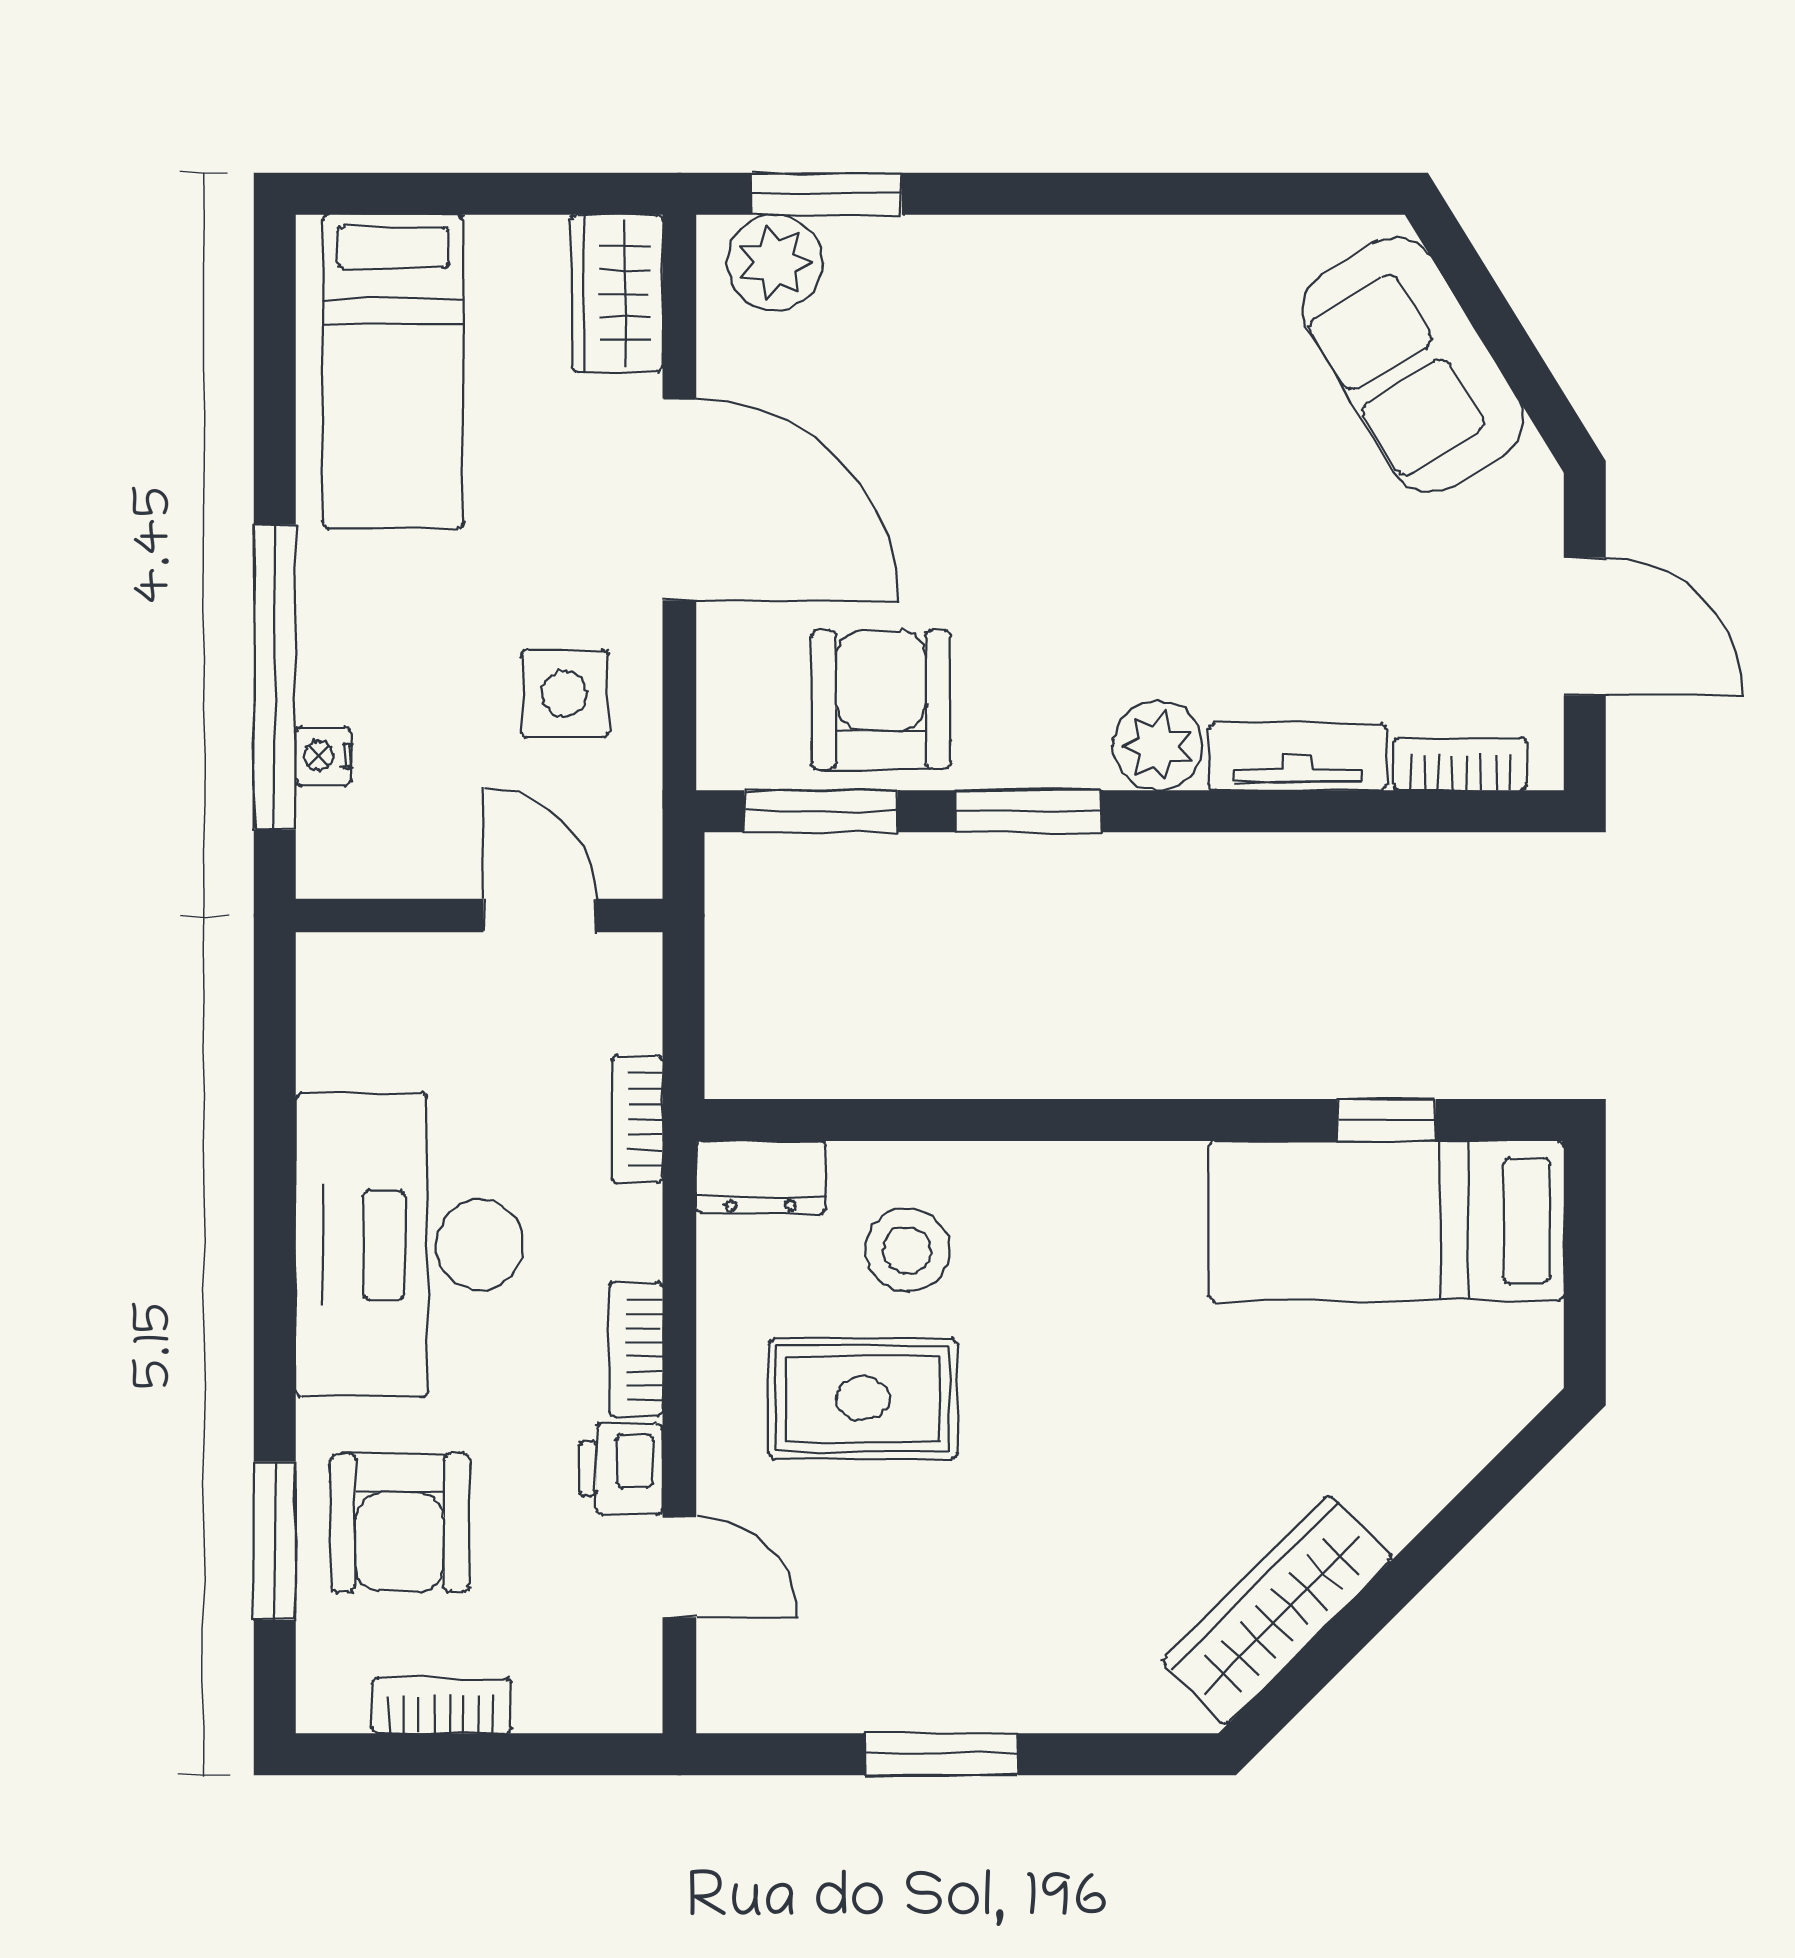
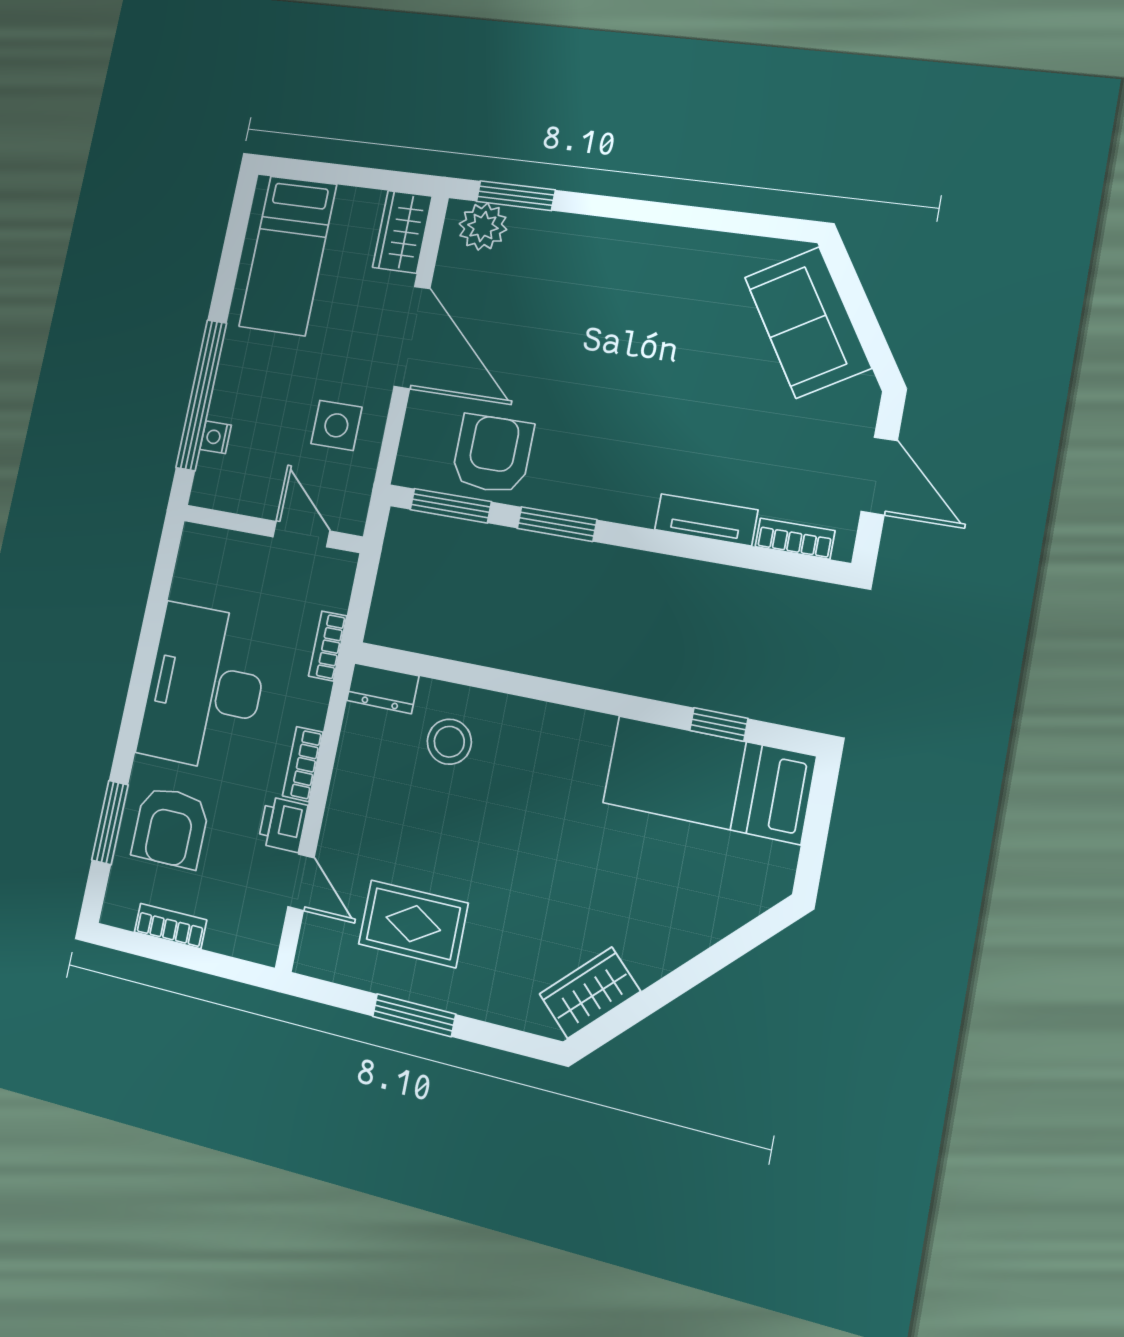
plant: (1158, 746) -> (632, 501), removed
rug: (863, 1399) -> (413, 924), moved
wardrobe: (1277, 1610) -> (590, 993), width x0.67

